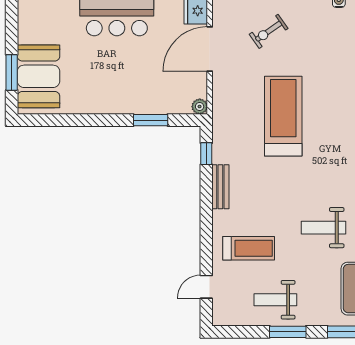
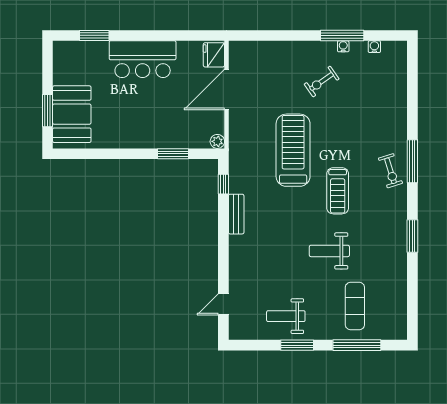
exercise bike: (269, 31) -> (322, 82), moved
treadmill: (249, 248) -> (338, 191), moved, turned 90

